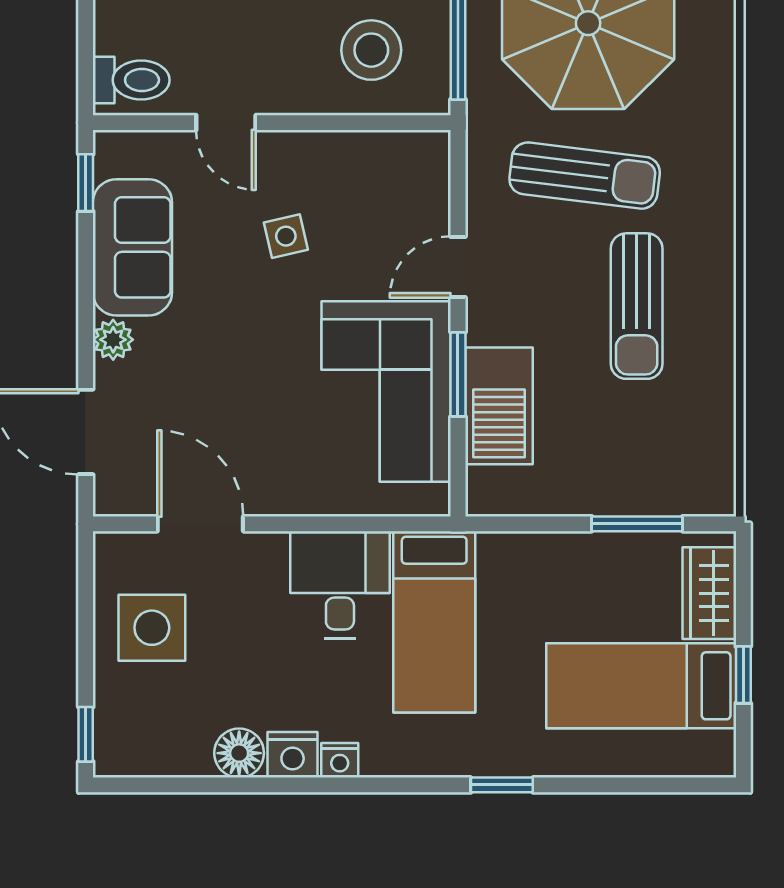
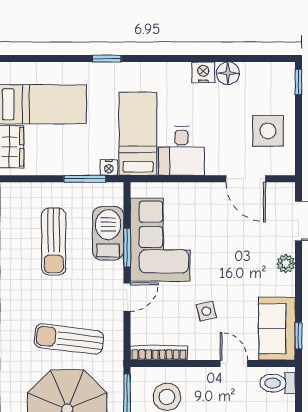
bookcase: (389, 146) -> (159, 353), added
sofa: (132, 247) -> (277, 329), moved
sun lounger: (637, 306) -> (54, 241), moved, turned 180
window: (637, 524) -> (85, 179), moved
nightstand: (340, 760) -> (109, 167), moved, turned 180

